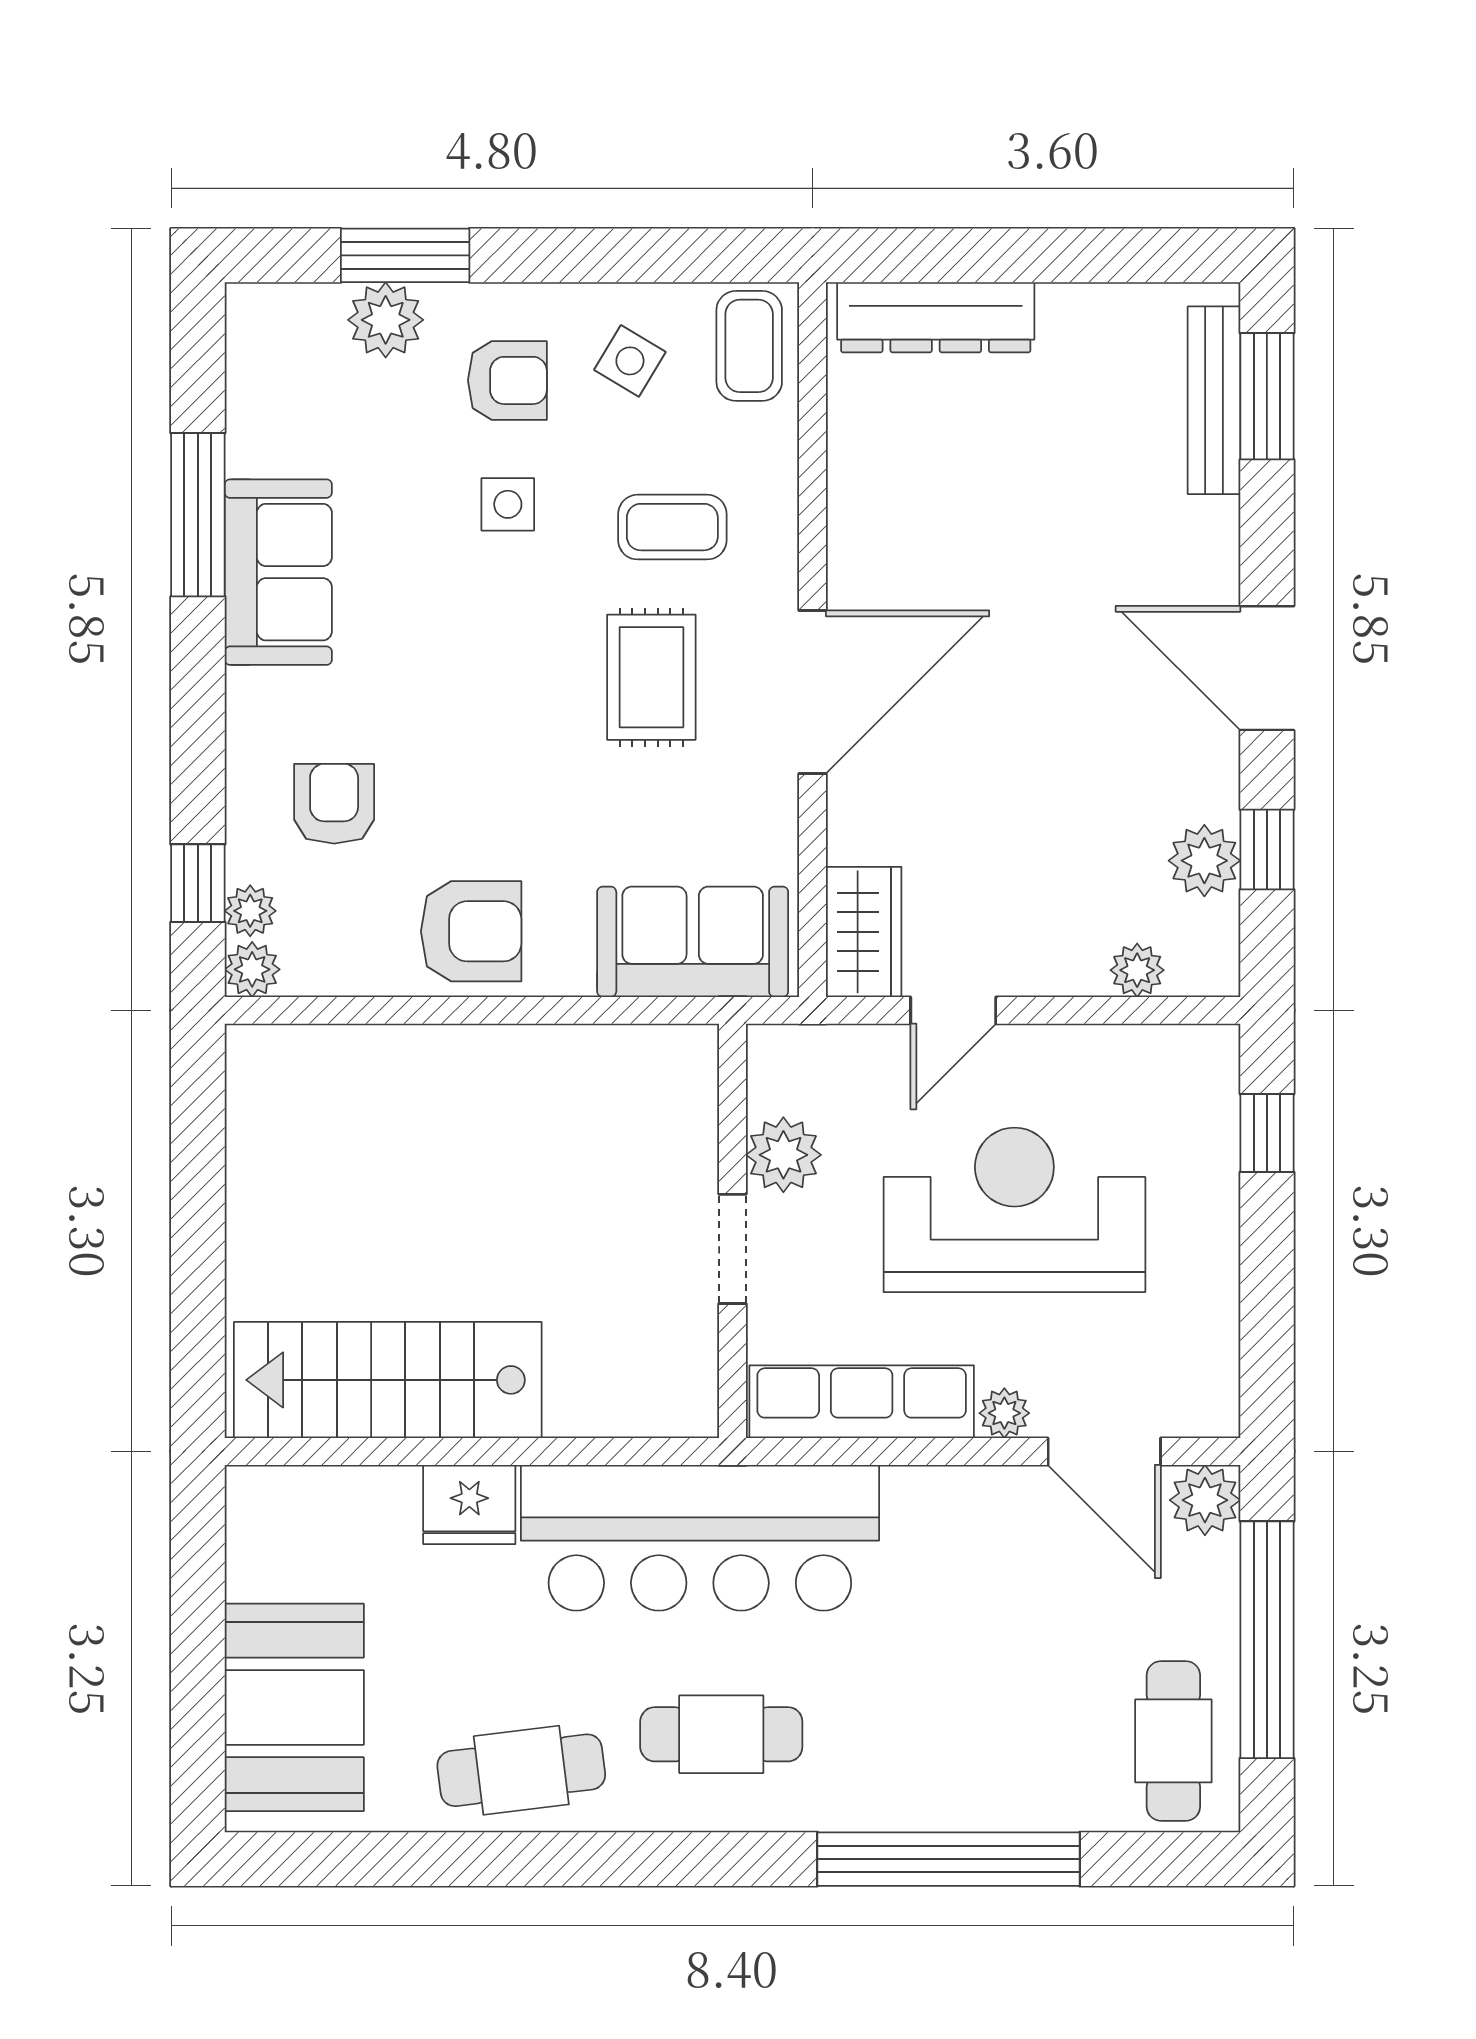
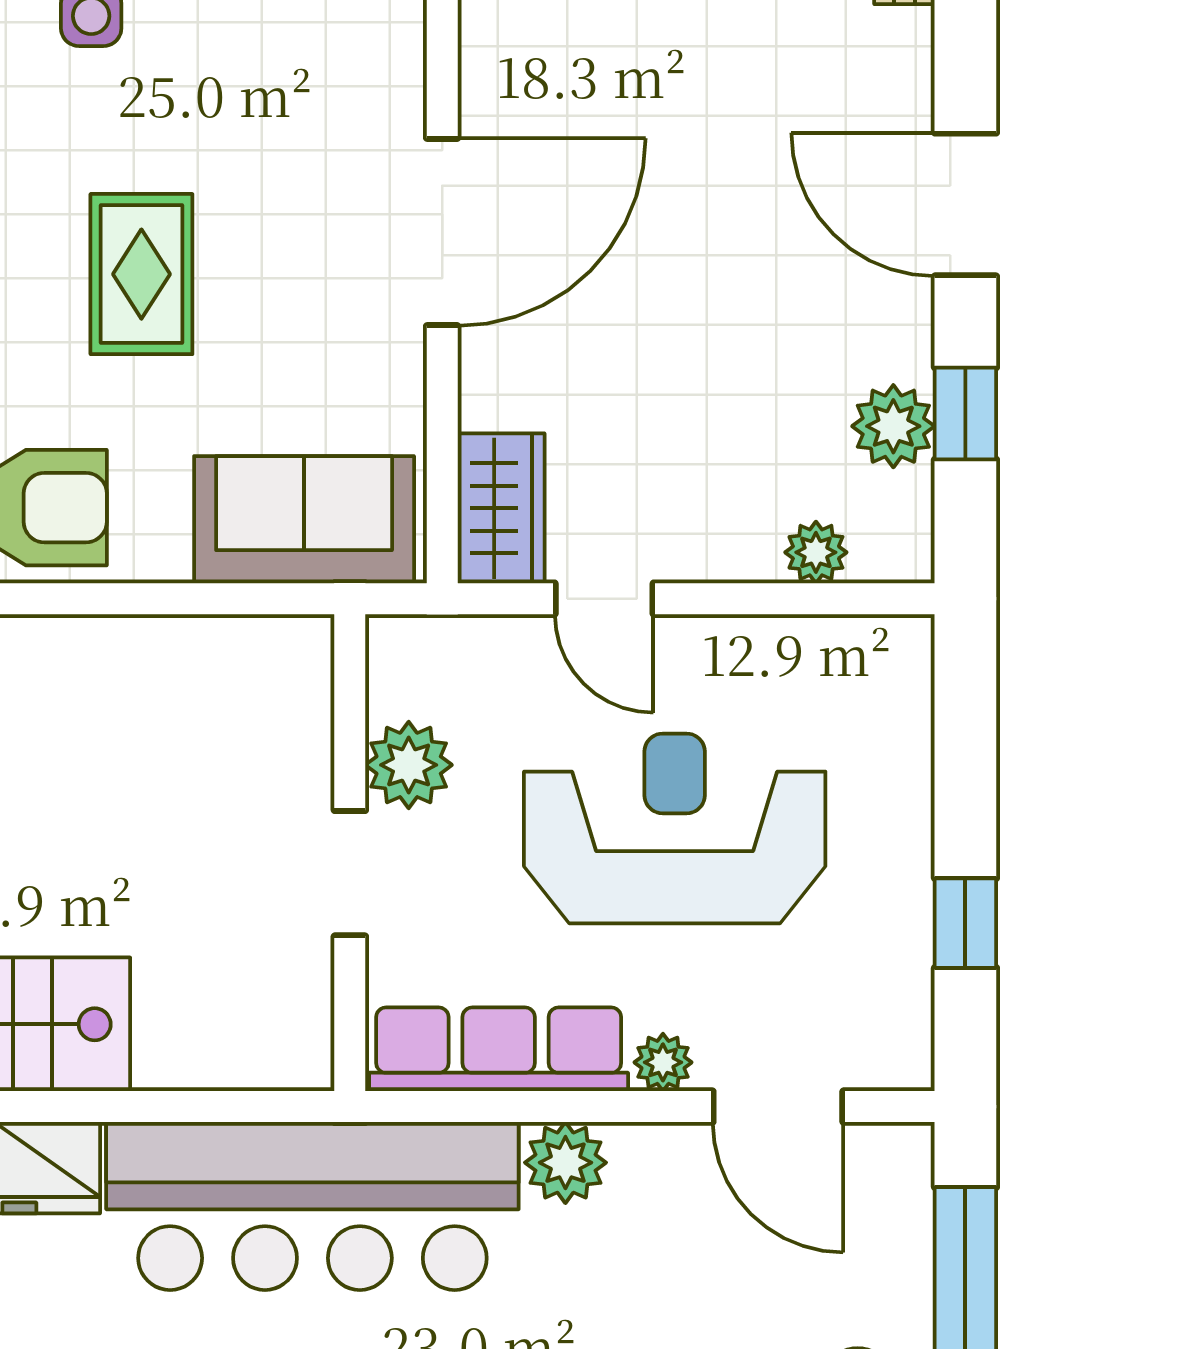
coffee table: (672, 527) -> (281, 42), removed
rug: (651, 677) -> (141, 274), moved
door: (953, 1010) -> (604, 599), hinge flipped
window: (1267, 1133) -> (965, 923), moved
plant: (1205, 1500) -> (565, 1163), moved

